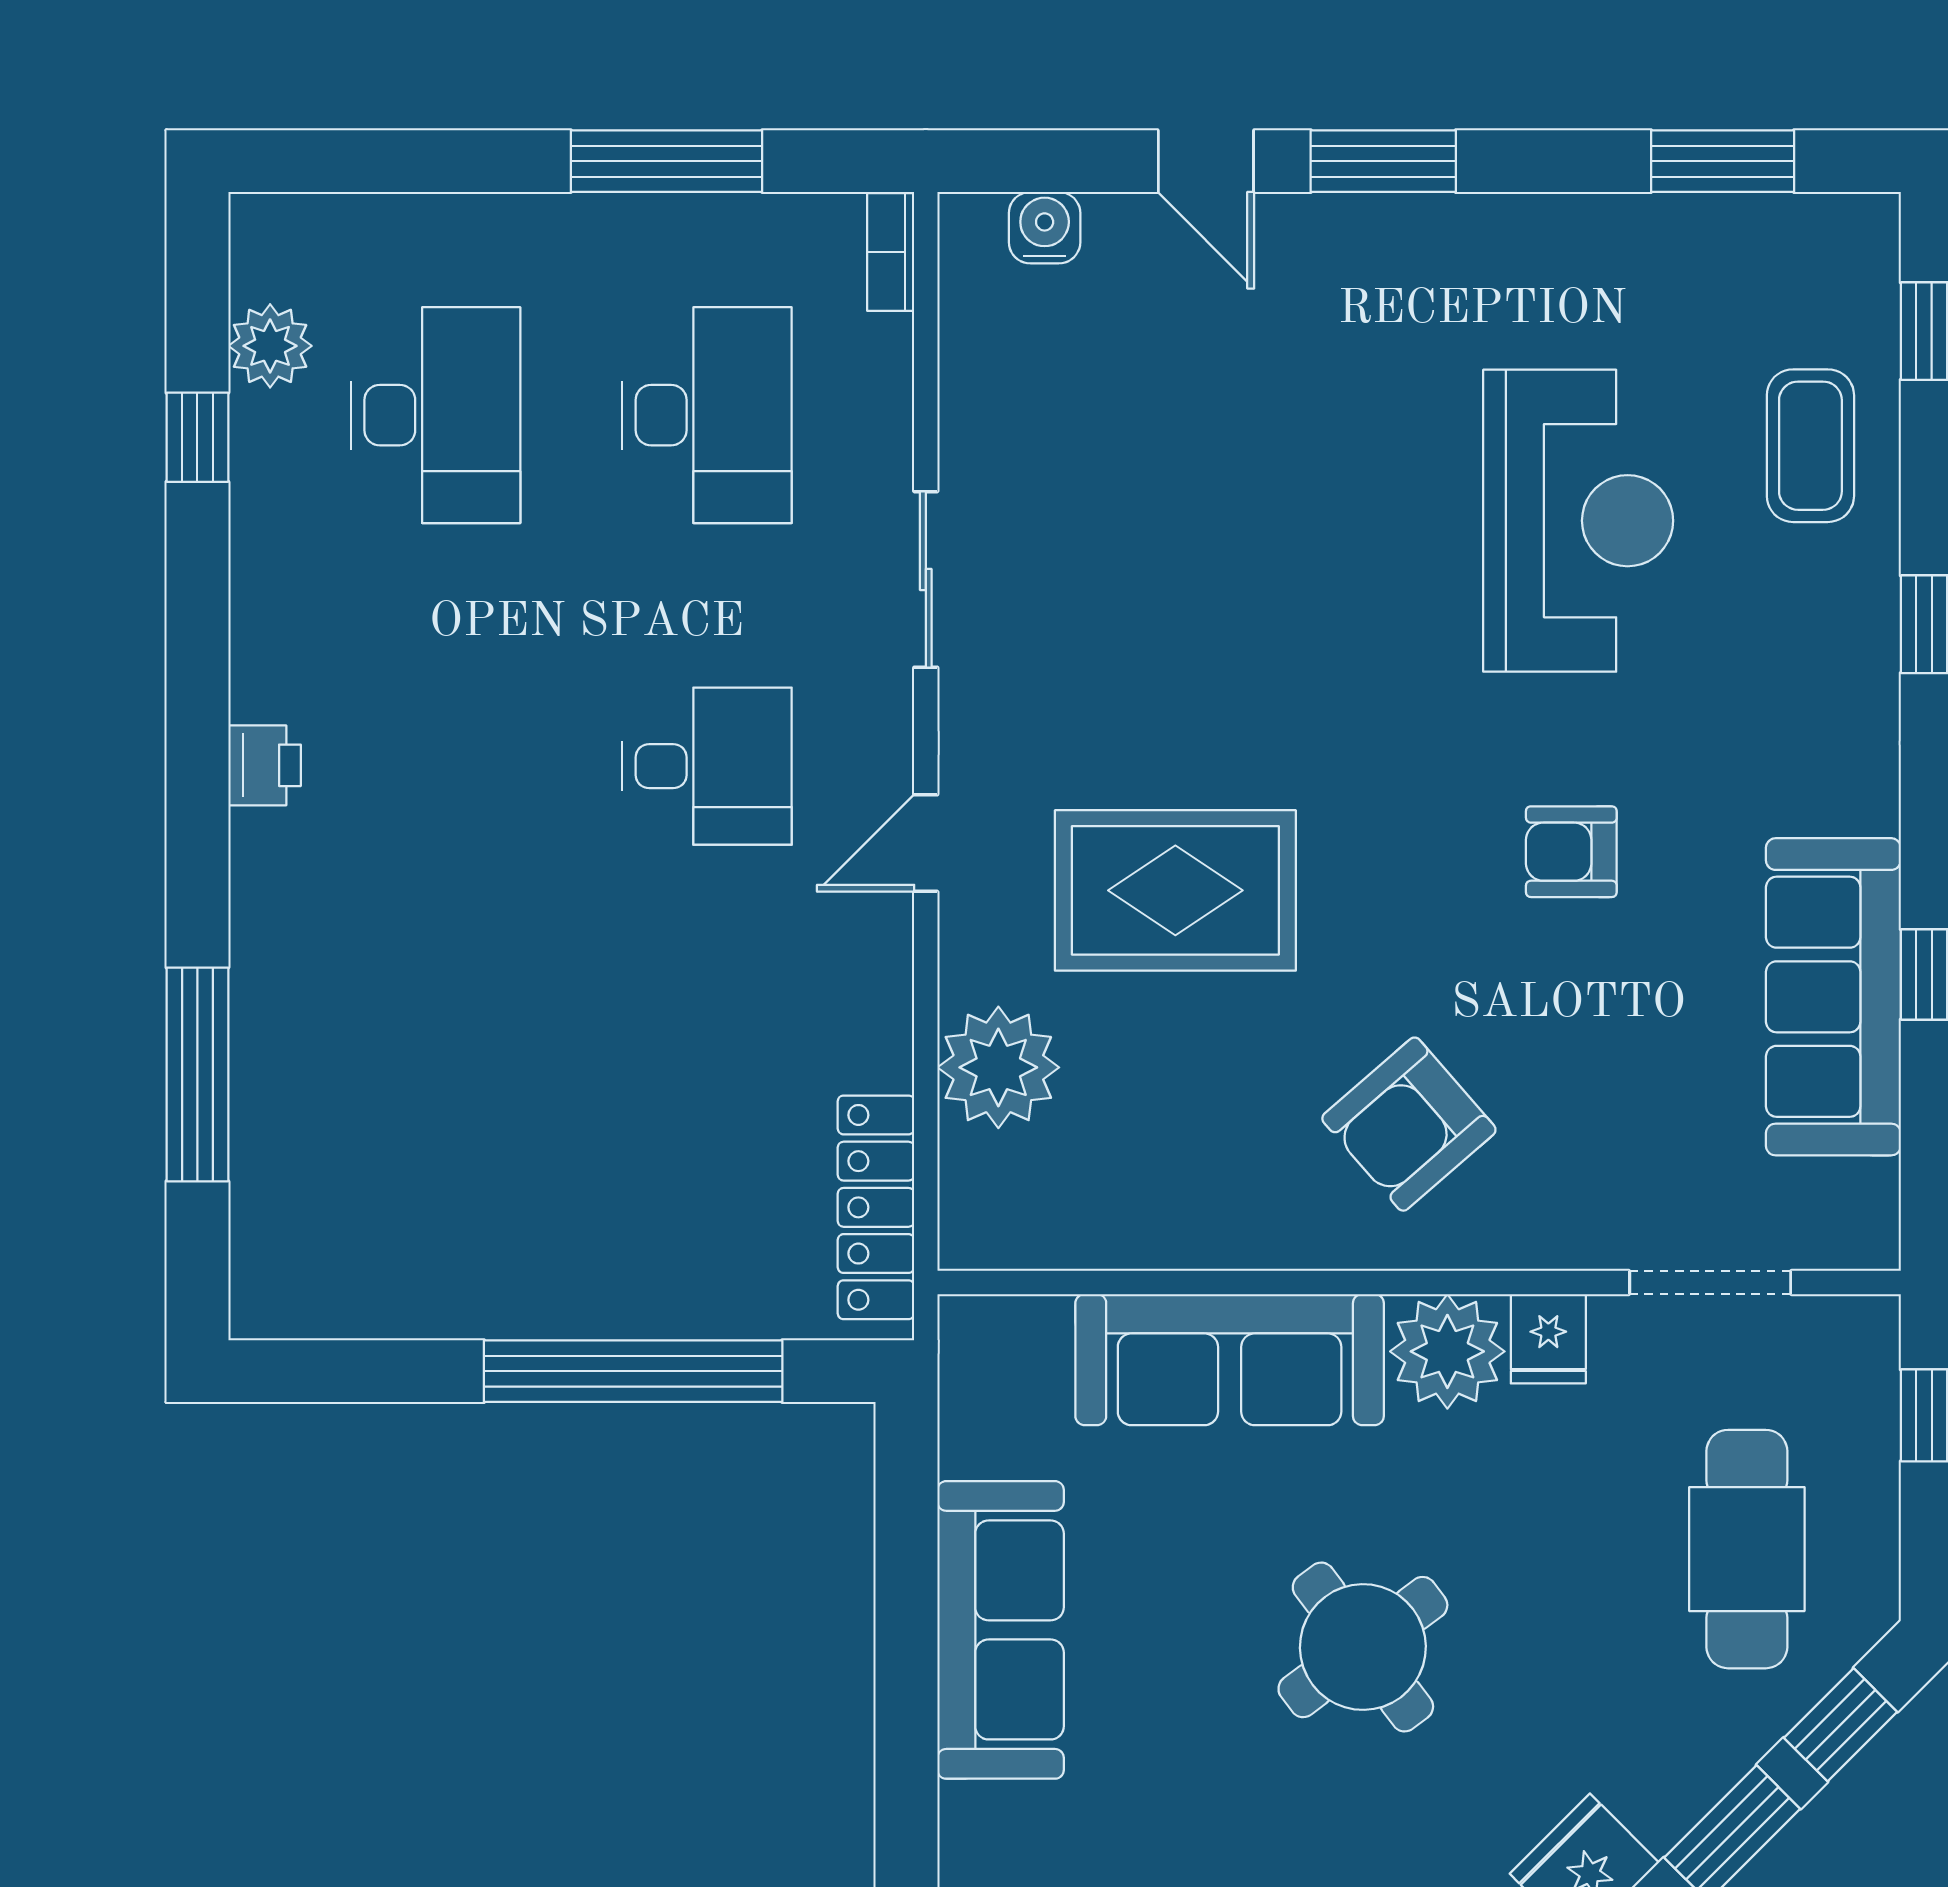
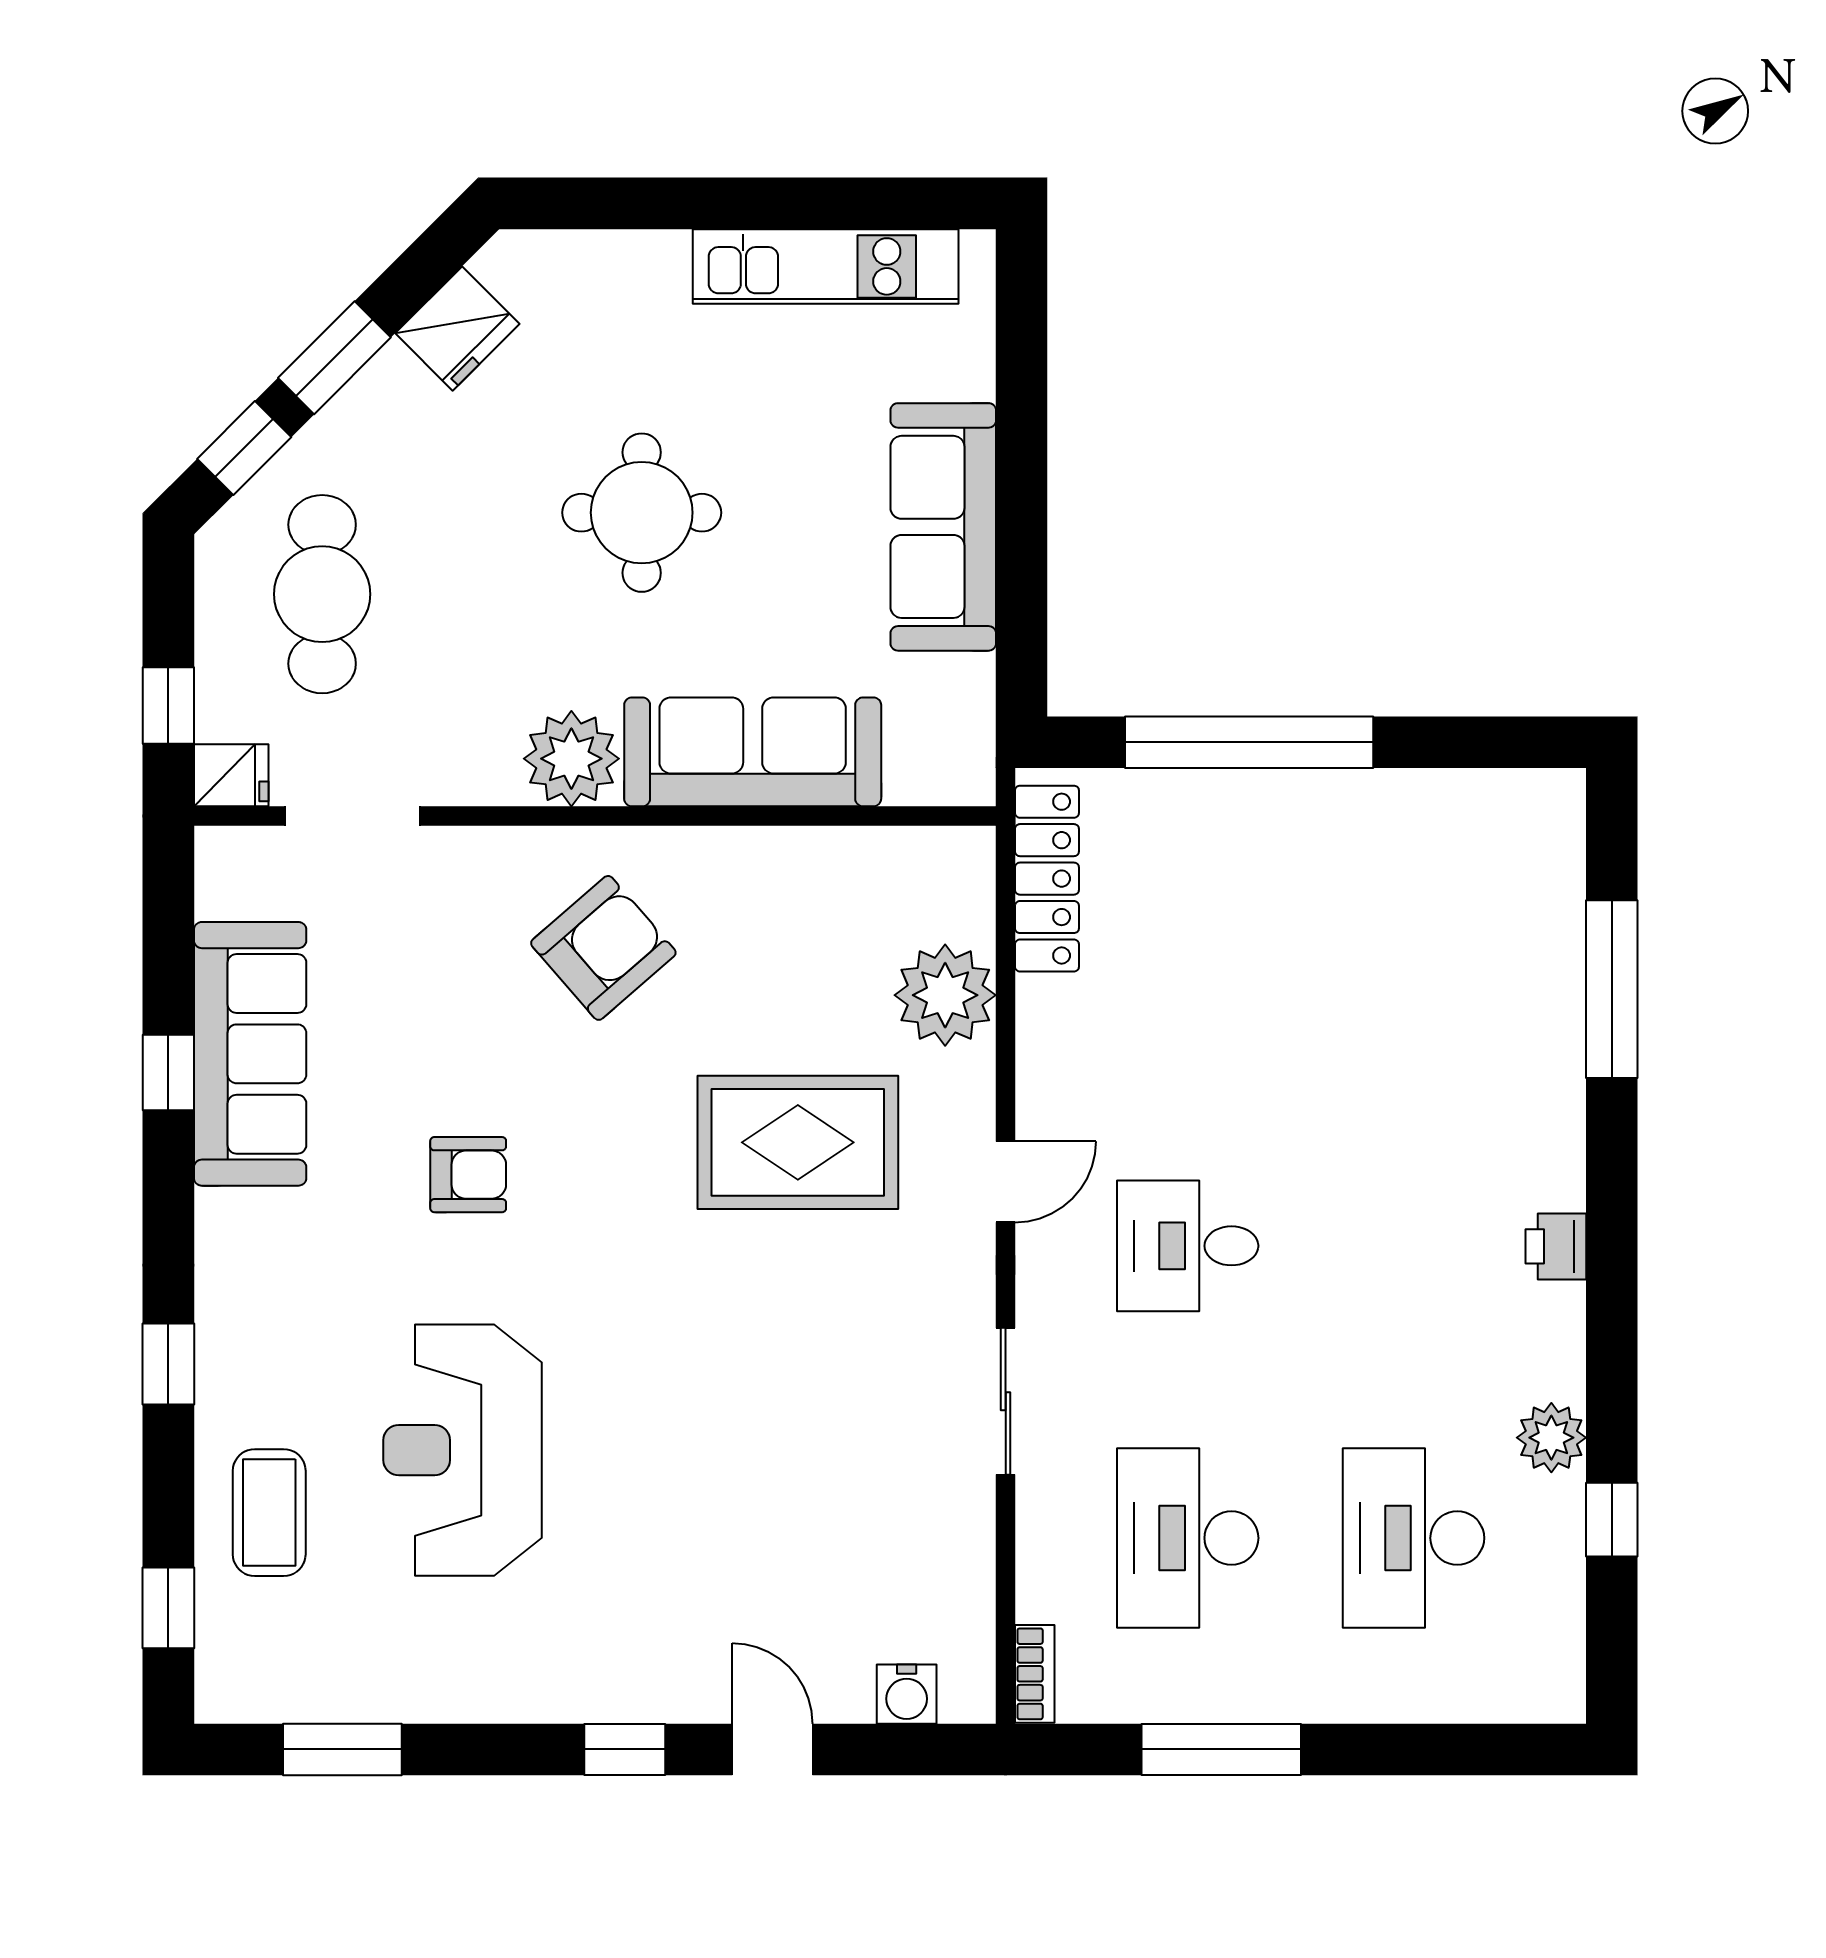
window: (1383, 161) -> (625, 1749), width x0.67
plant: (270, 346) -> (1551, 1438), moved
fridge: (1548, 1339) -> (231, 775), moved, turned 90
round table: (1363, 1647) -> (642, 513), turned 37

